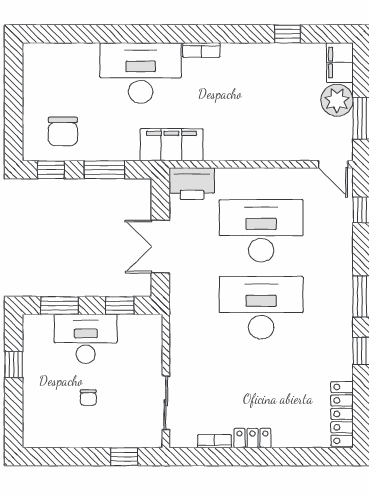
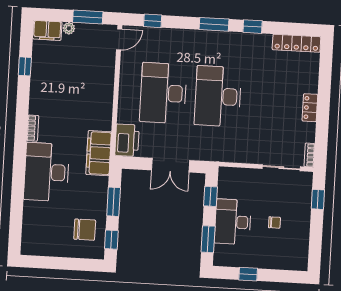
plant: (337, 100) -> (69, 28), width x0.53, depth x0.53
bookcase: (214, 441) -> (309, 155), moved

